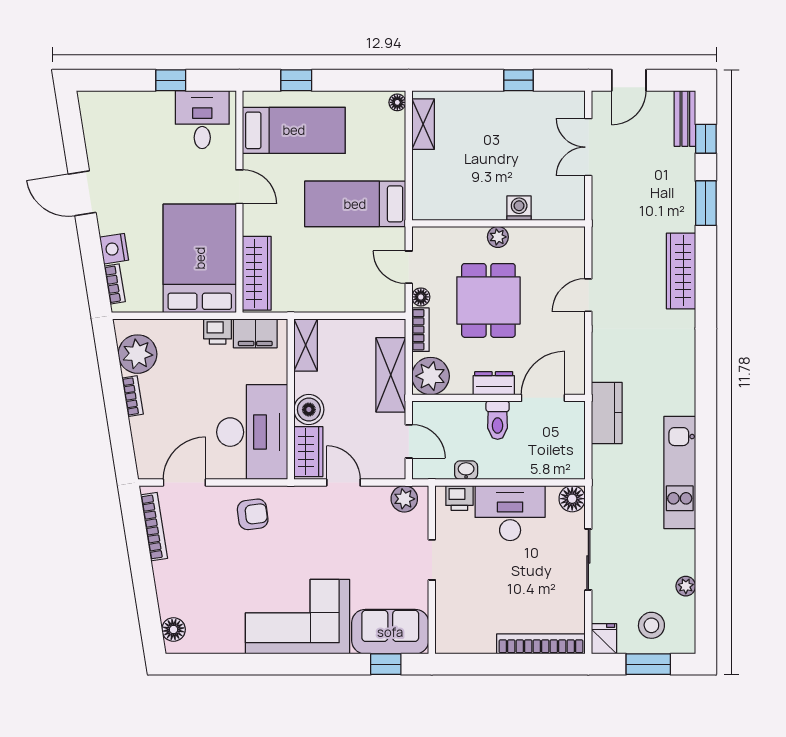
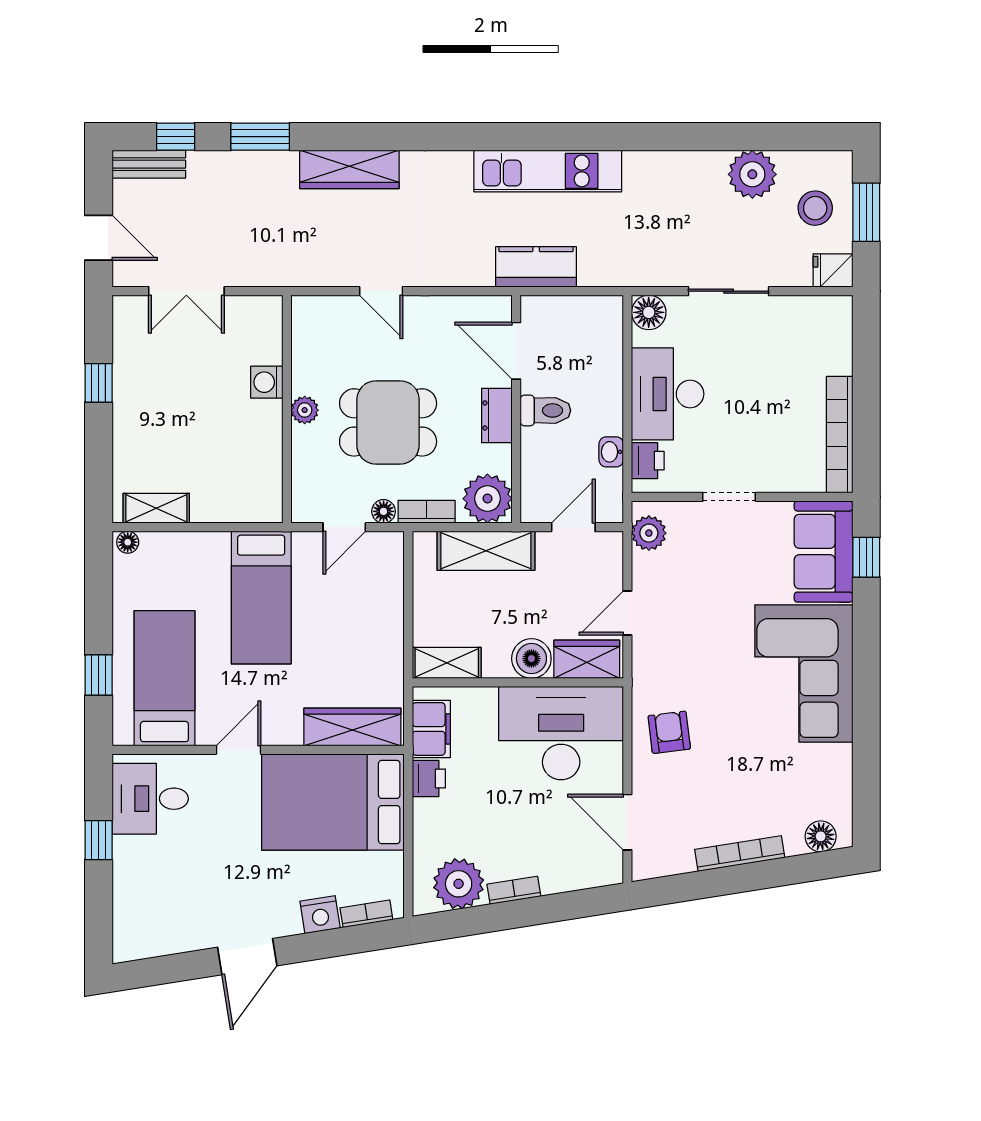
kitchen unit: (680, 473) -> (548, 171), moved
bookcase: (154, 527) -> (740, 854), moved
plant: (686, 586) -> (752, 174), width x1.88, depth x1.88
bookcase: (541, 644) -> (840, 435), moved

